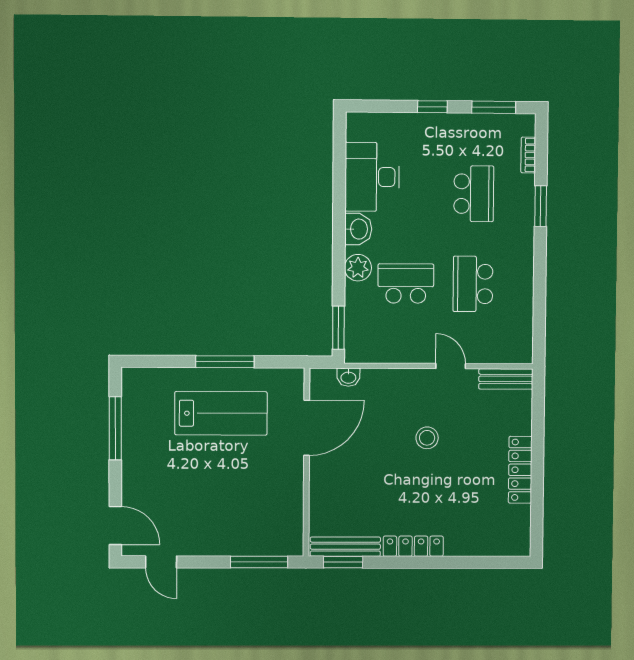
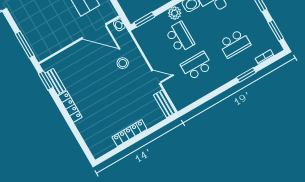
door: (451, 366) -> (156, 77), hinge flipped
washbasin: (348, 377) -> (119, 25), moved
stool: (427, 438) -> (123, 63), moved
bench: (345, 547) -> (55, 82), width x0.73

